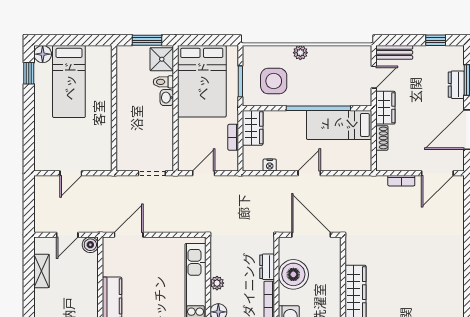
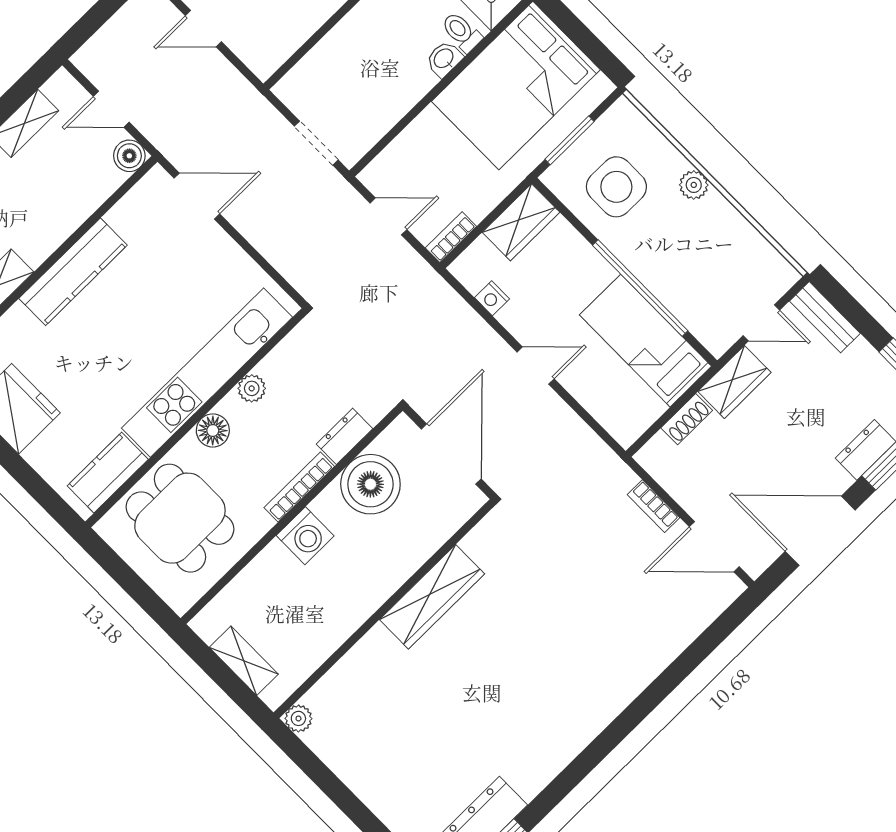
bookcase: (233, 137) -> (451, 237), moved

